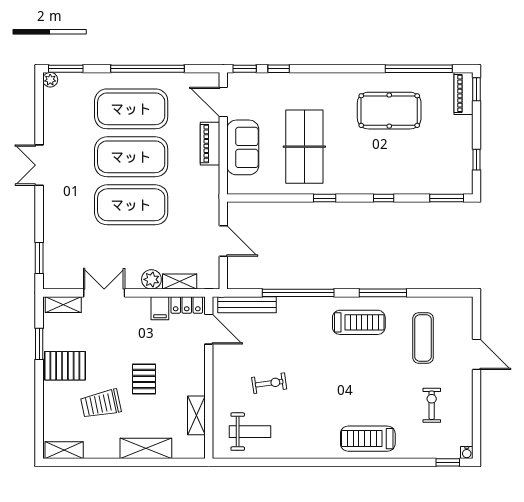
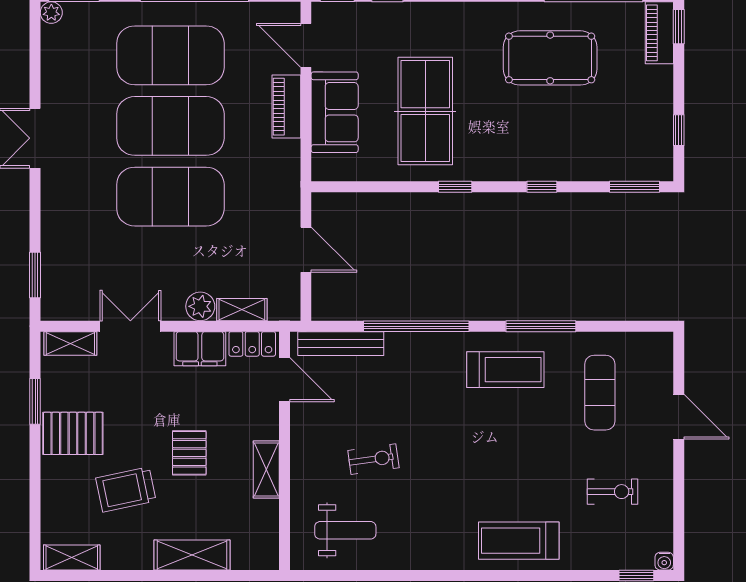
filing cabinet: (160, 308) -> (200, 349), width x2.00
exercise bike: (432, 405) -> (613, 492), turned 90
shelving: (196, 415) -> (266, 470), moved

